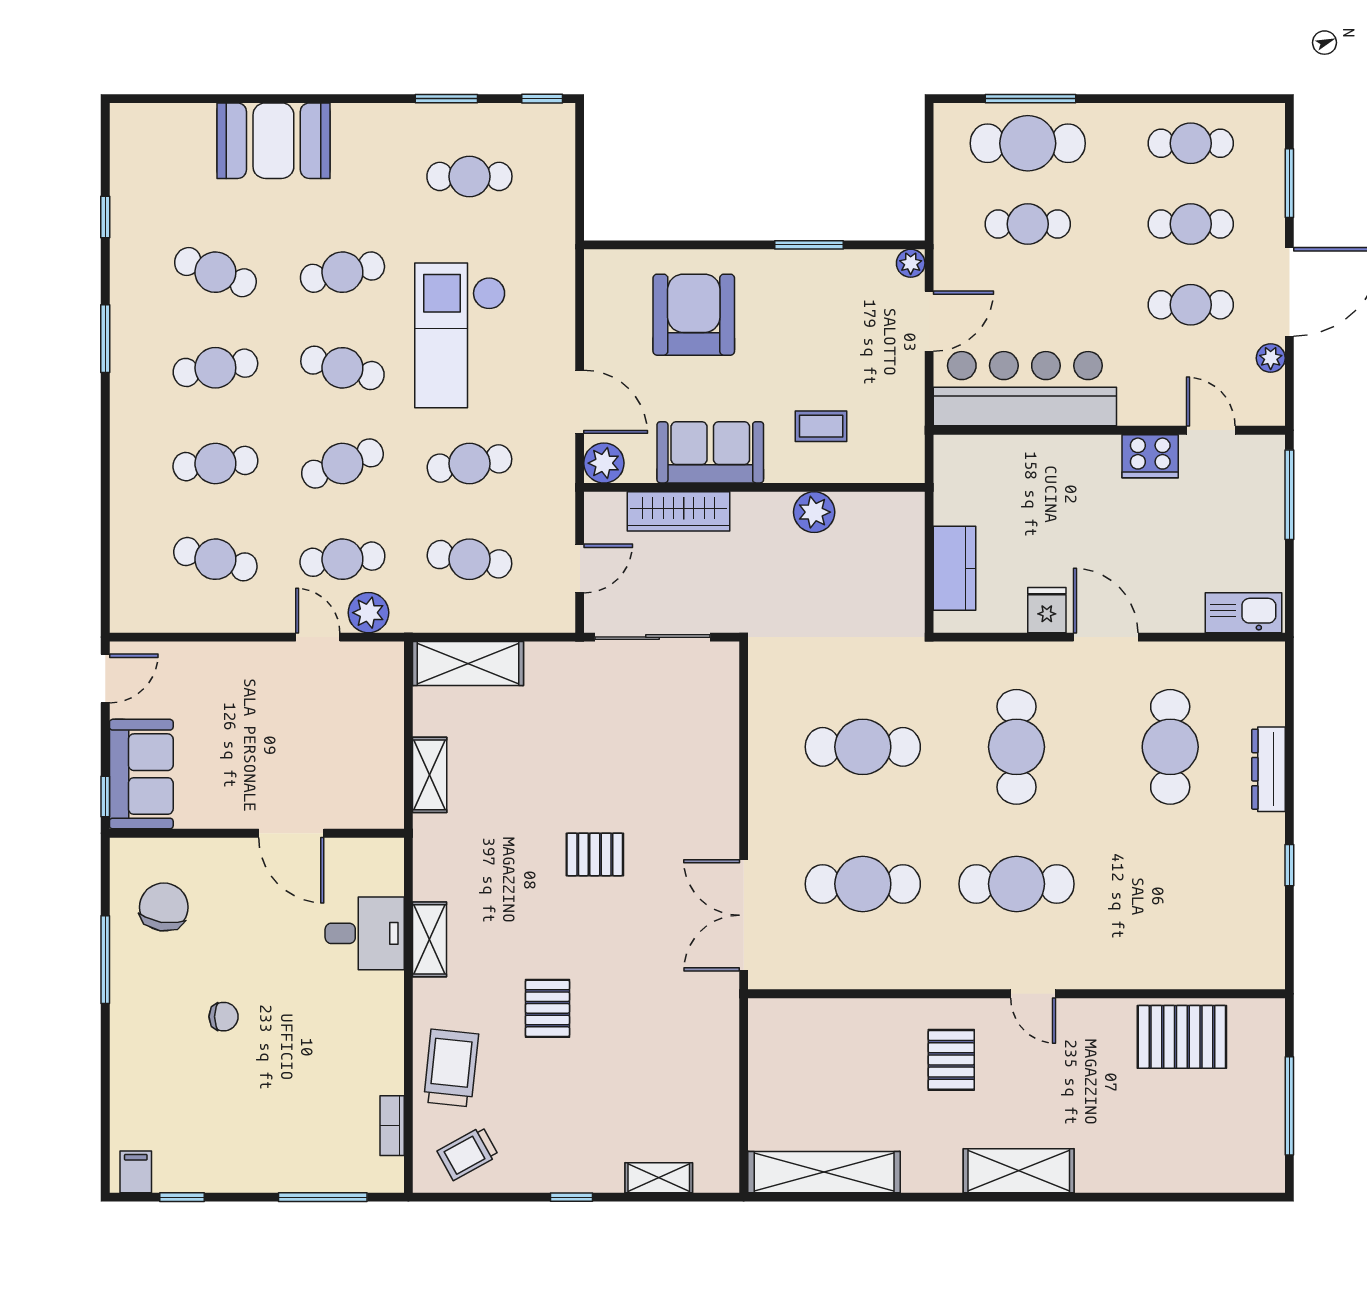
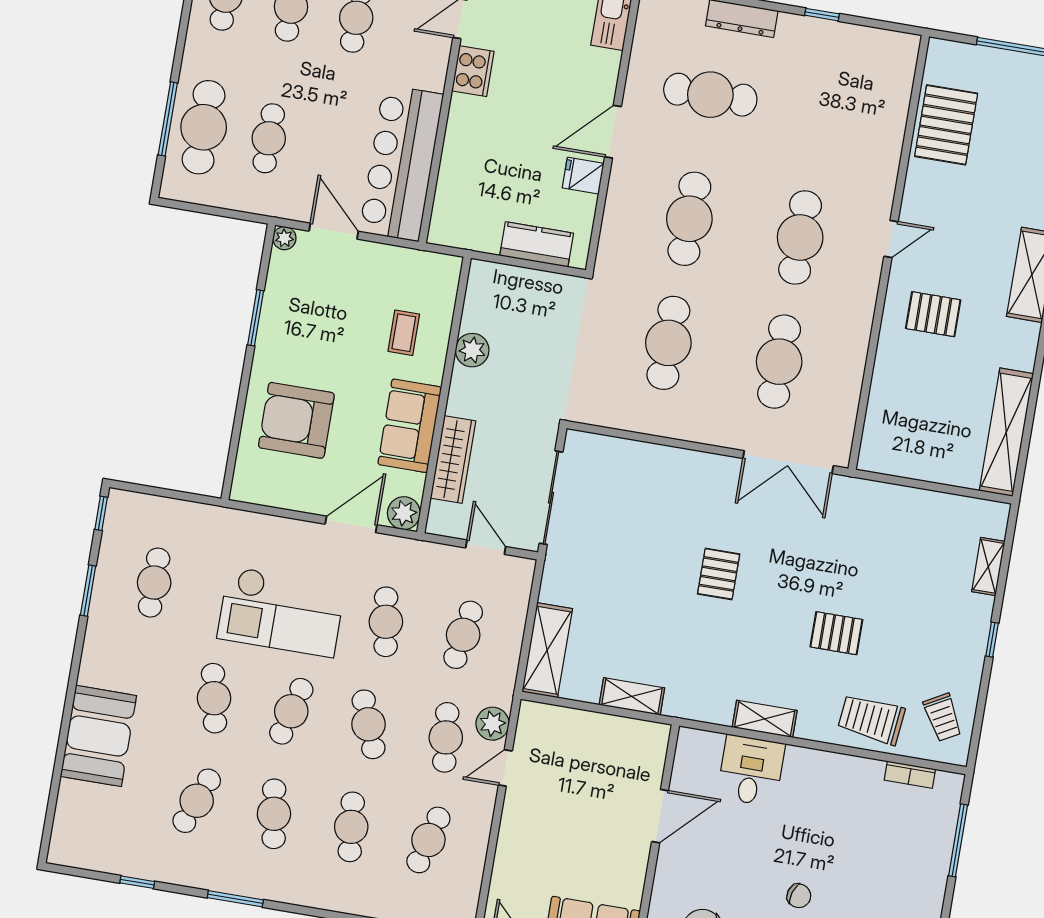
cafe table: (1017, 747) -> (689, 219), turned 90
chair: (224, 1017) -> (799, 896), turned 108

